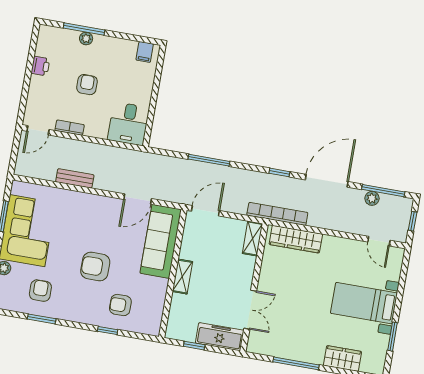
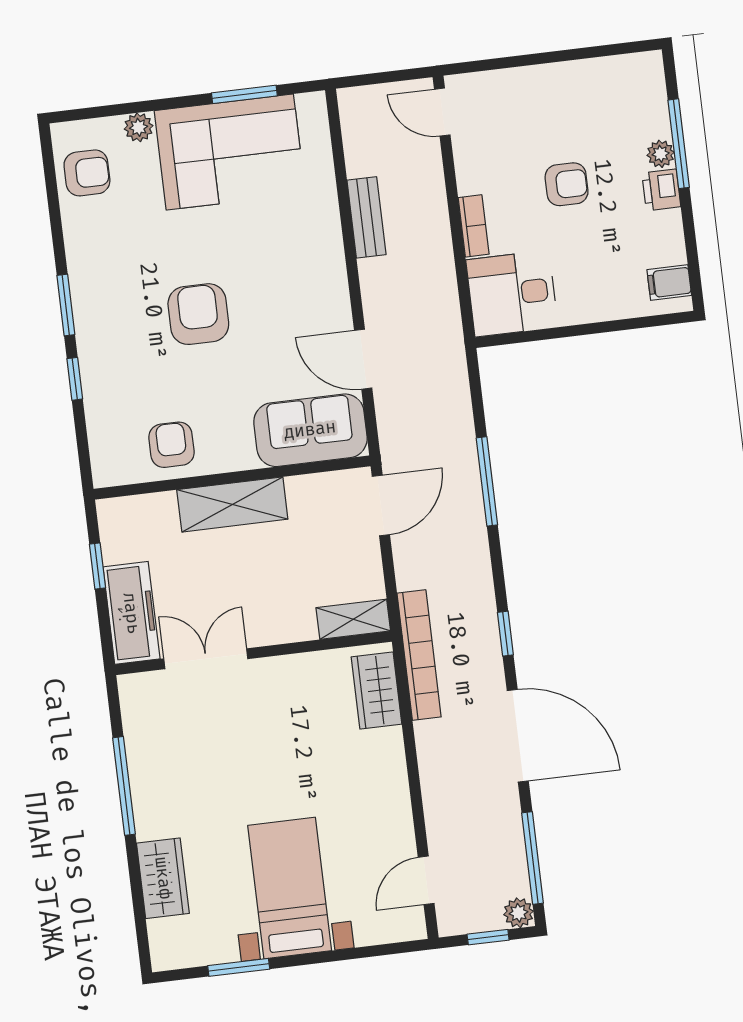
printer: (40, 66) -> (661, 190), moved, turned 90
bookcase: (70, 128) -> (474, 226), moved
plant: (372, 198) -> (519, 913), moved
door: (205, 211) -> (381, 506), hinge flipped
wardrobe: (296, 239) -> (376, 690), width x0.67
sofa: (161, 241) -> (310, 430), width x0.73
shelving: (182, 277) -> (232, 504), width x1.50, depth x1.33
armchair: (40, 291) -> (87, 173), moved
armchair: (120, 305) -> (171, 445), moved
double door: (250, 310) -> (206, 659), swing flipped
window: (42, 319) -> (66, 305), moved

